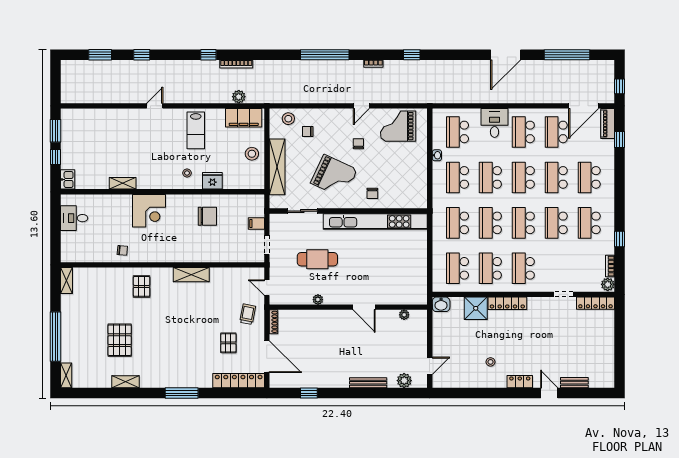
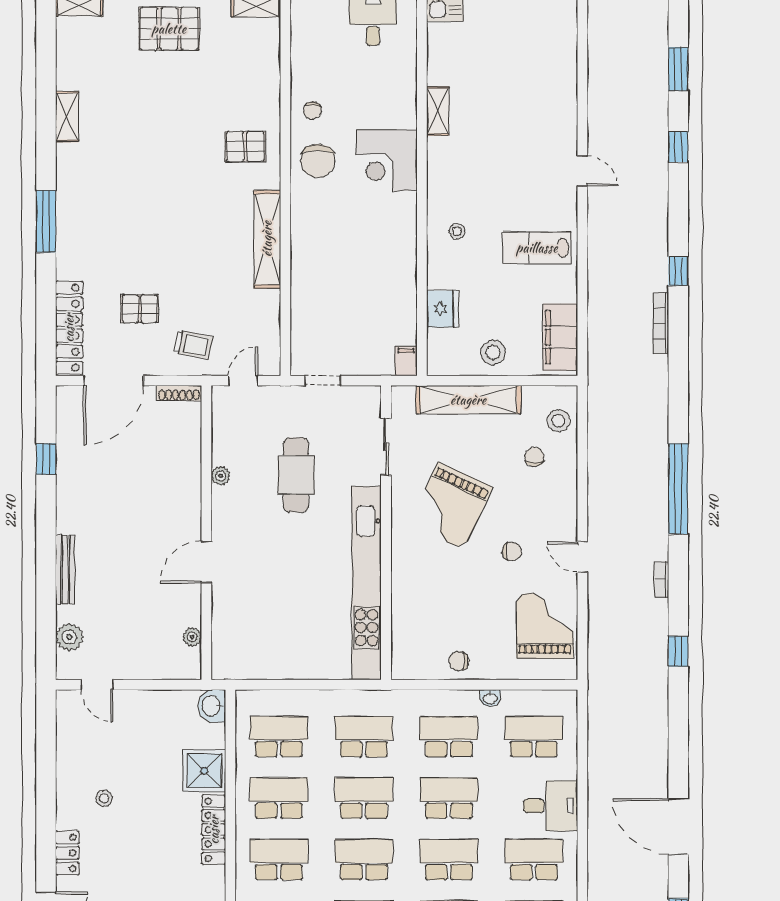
plant: (239, 97) -> (600, 328), removed
fridge: (212, 181) -> (442, 309), moved
chair: (372, 193) -> (459, 661), moved
chair: (207, 216) -> (318, 161), moved
filing cabinet: (256, 223) -> (406, 361), moved
shelving: (191, 275) -> (267, 239), width x1.47
pallet: (120, 340) -> (169, 29), moved

